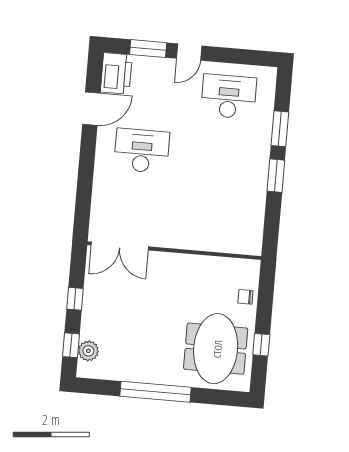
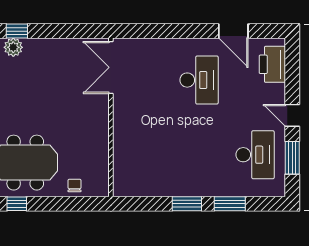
window: (148, 49) -> (292, 158), moved
printer: (116, 73) -> (272, 64), moved, turned 90
window: (75, 299) -> (60, 31), removed
window: (261, 345) -> (17, 204), moved

